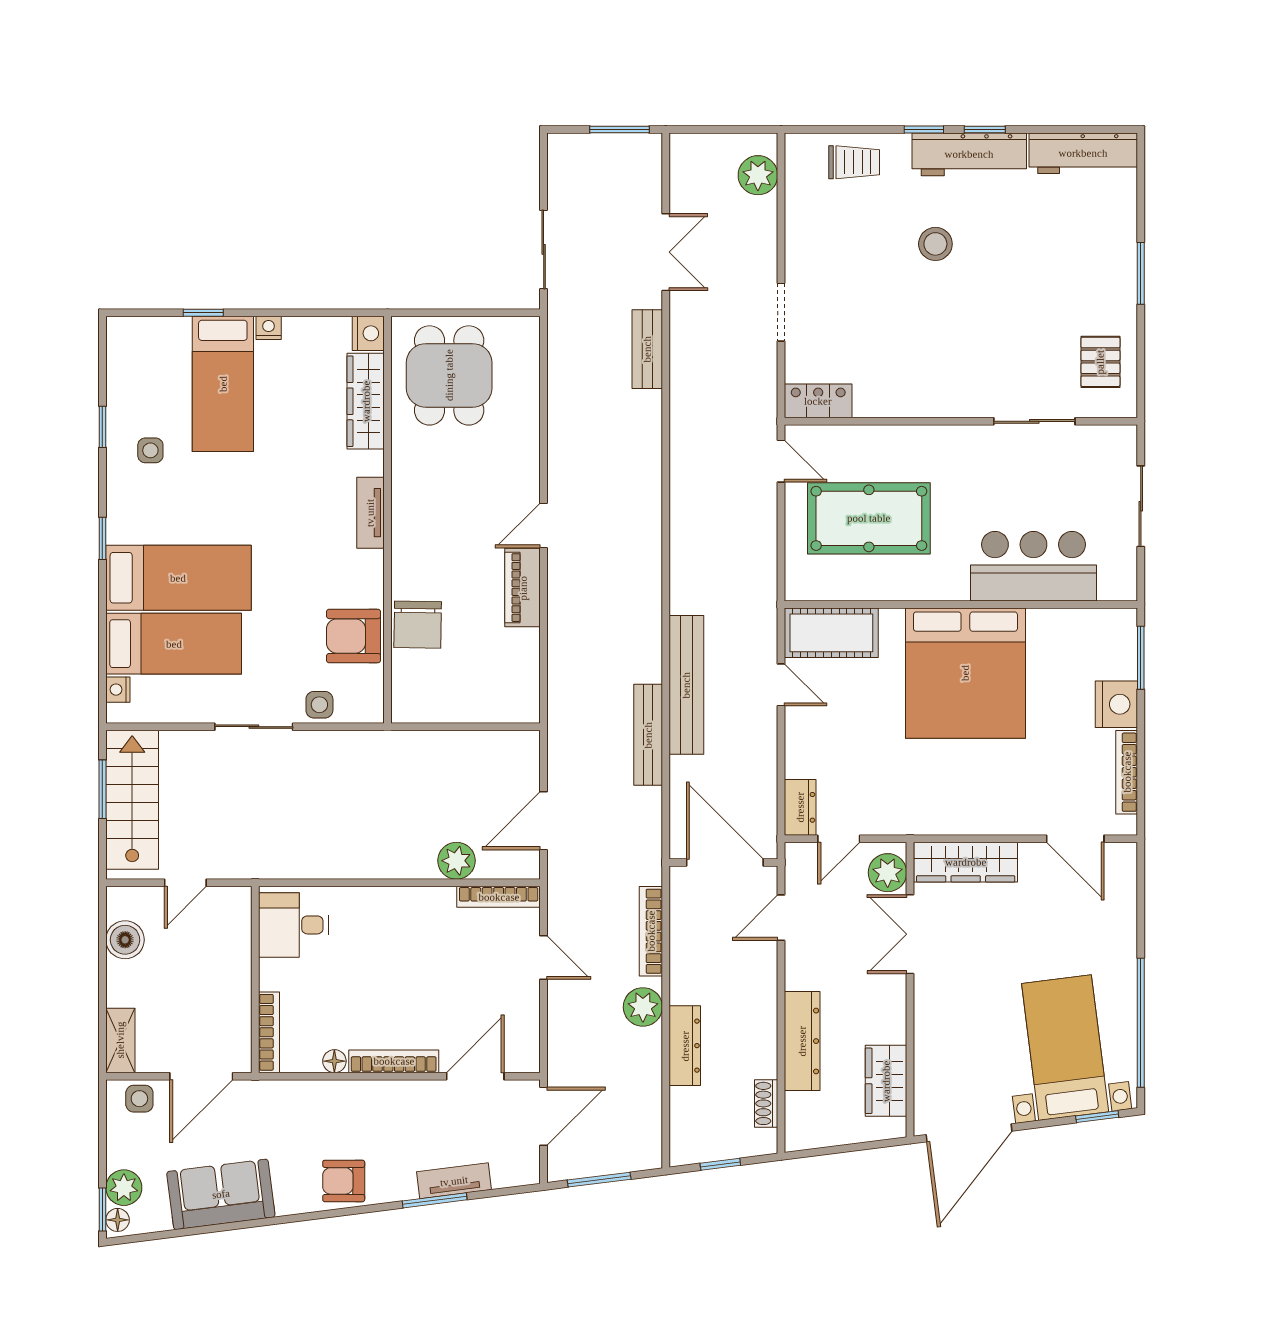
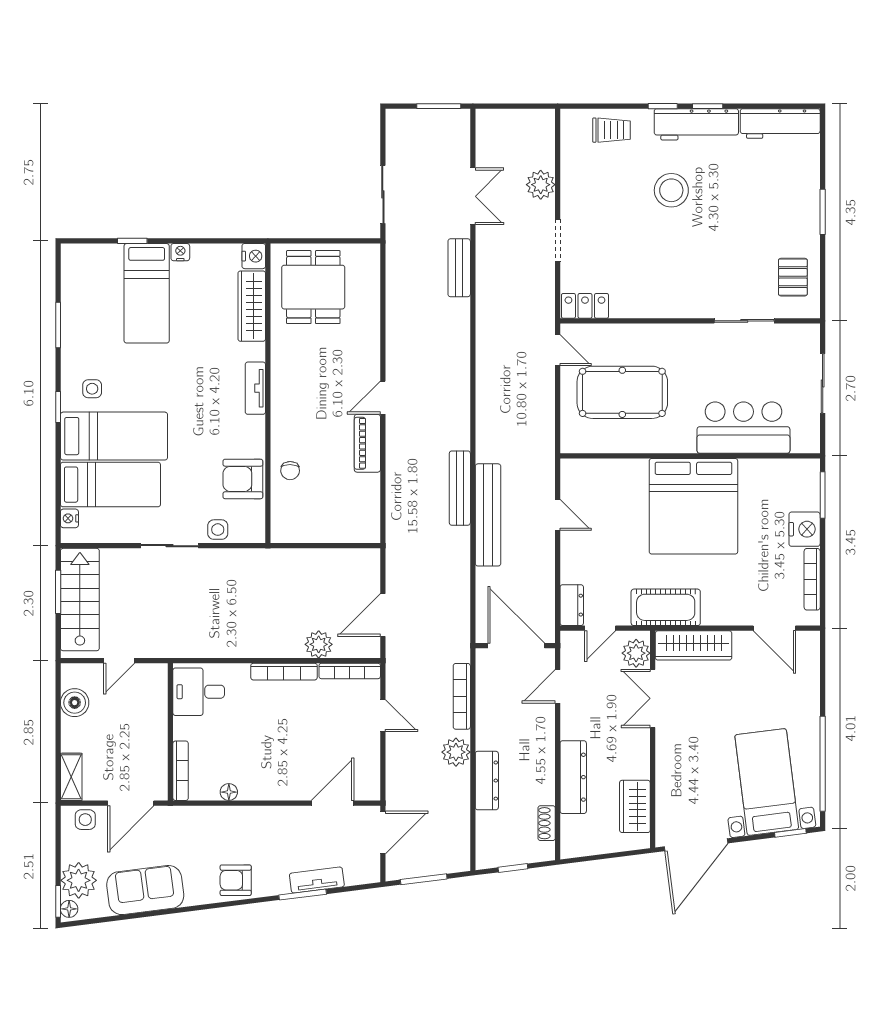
plant: (758, 175) -> (541, 185), moved
stool: (935, 244) -> (671, 190), width x1.38, depth x1.38
window: (102, 427) -> (58, 325), width x1.50
side table: (150, 450) -> (92, 389), moved
chair: (418, 625) -> (290, 471), width x0.54, depth x0.54
cot: (831, 633) -> (666, 607), moved
bench: (648, 735) -> (460, 488), moved
bookcase: (394, 1061) -> (284, 672), moved, turned 180
plant: (124, 1188) -> (79, 880), width x1.36, depth x1.36

